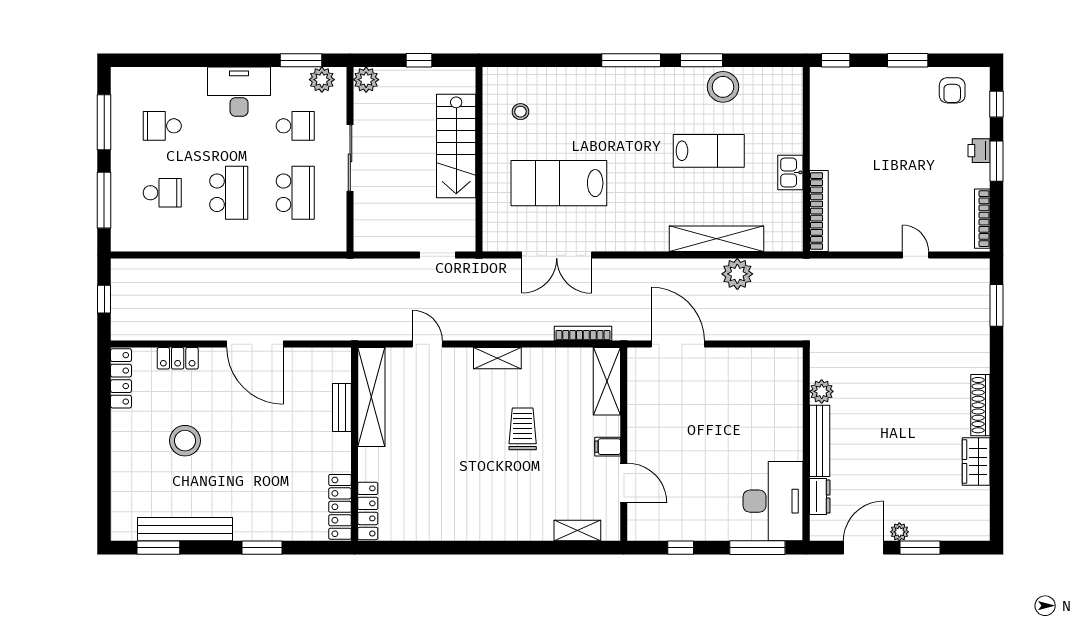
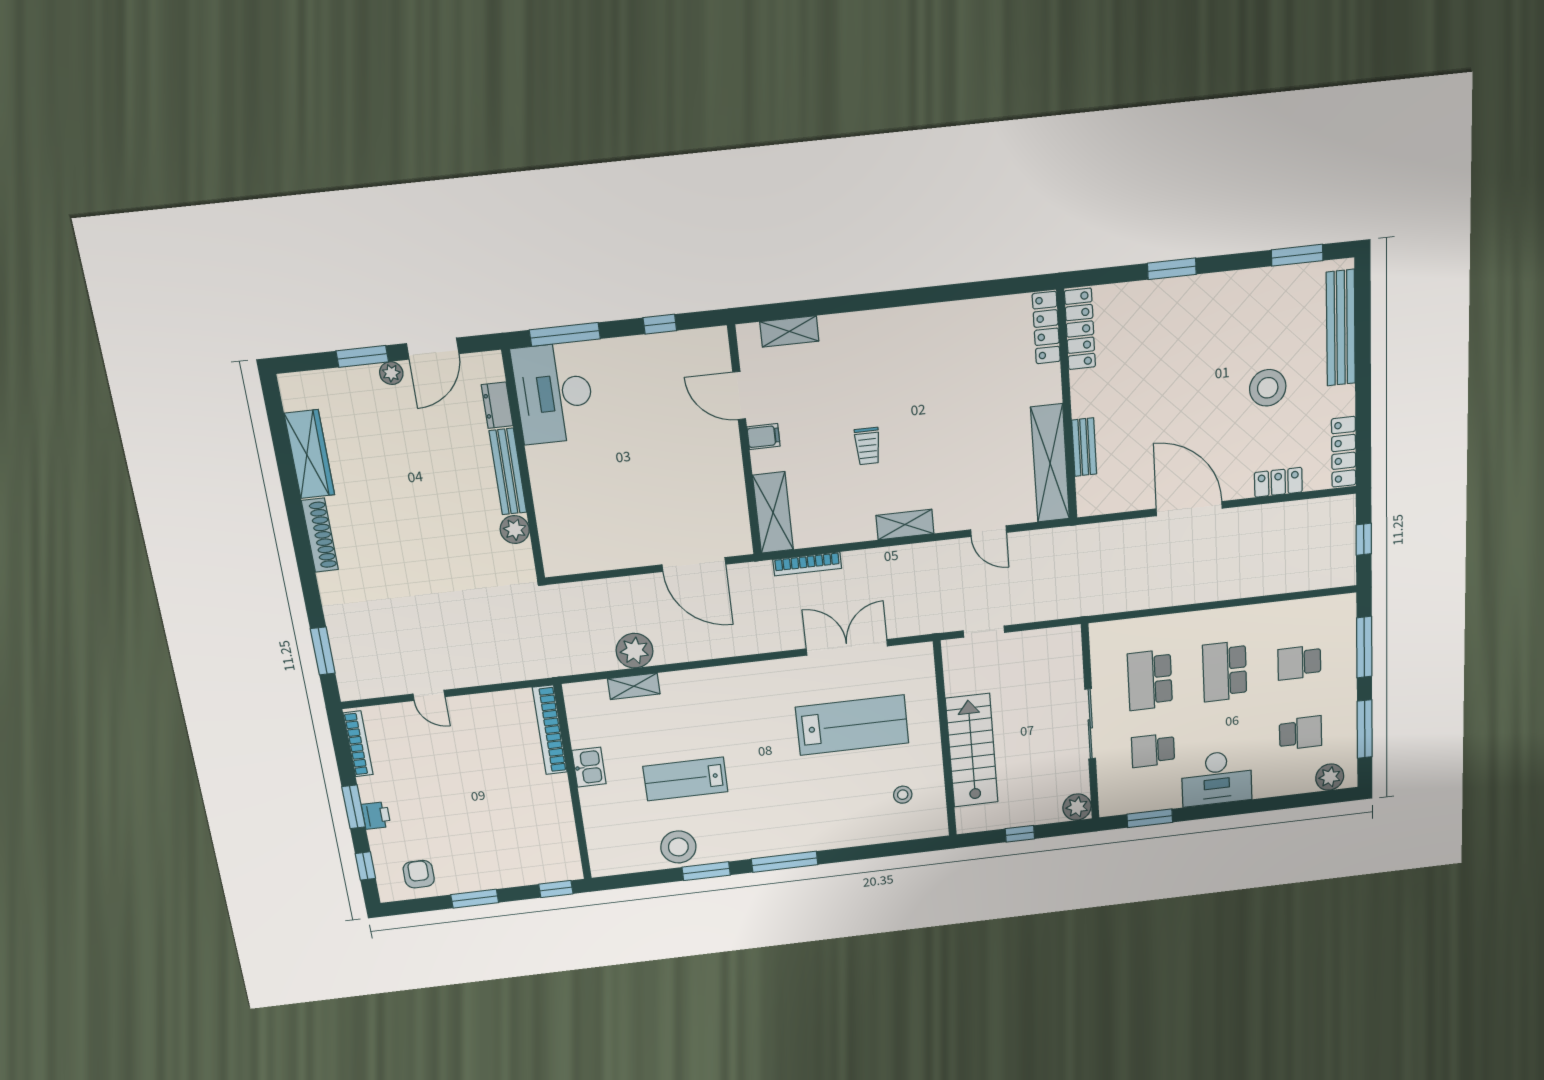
plant: (322, 80) -> (1330, 777), moved
shelving: (716, 239) -> (634, 686), width x0.45, depth x0.75
trolley: (523, 429) -> (868, 446), width x0.73, depth x0.72
wardrobe: (976, 462) -> (309, 454), width x1.50
bench: (185, 529) -> (1341, 328), moved, turned 90

